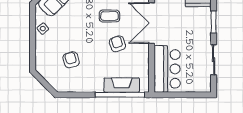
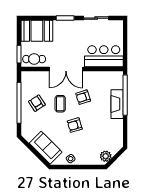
armchair: (71, 60) -> (75, 125), moved
plant: (46, 71) -> (106, 156), added
fireplace: (122, 85) -> (117, 104), moved

